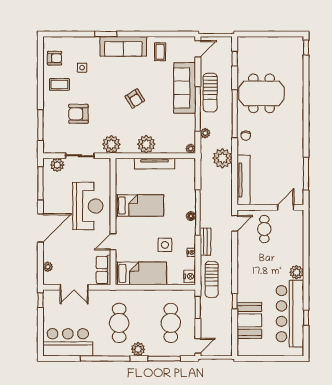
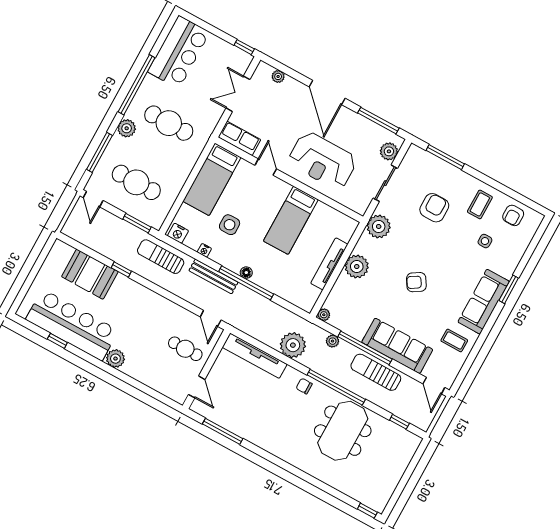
bench: (205, 242) -> (213, 276), width x1.36

